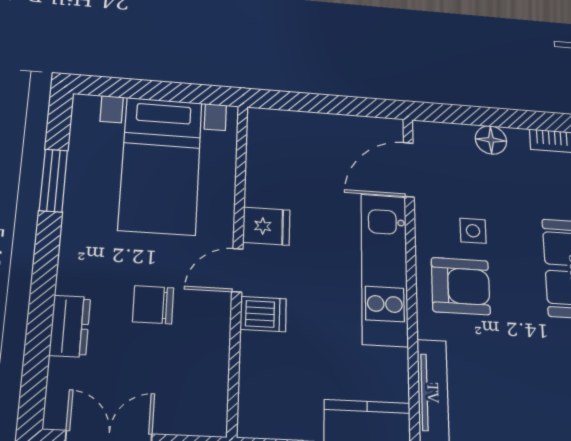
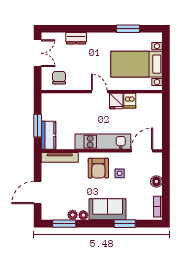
door: (409, 170) -> (142, 151), hinge flipped
chair: (153, 305) -> (59, 78), moved
dishwasher: (263, 314) -> (130, 101), moved

